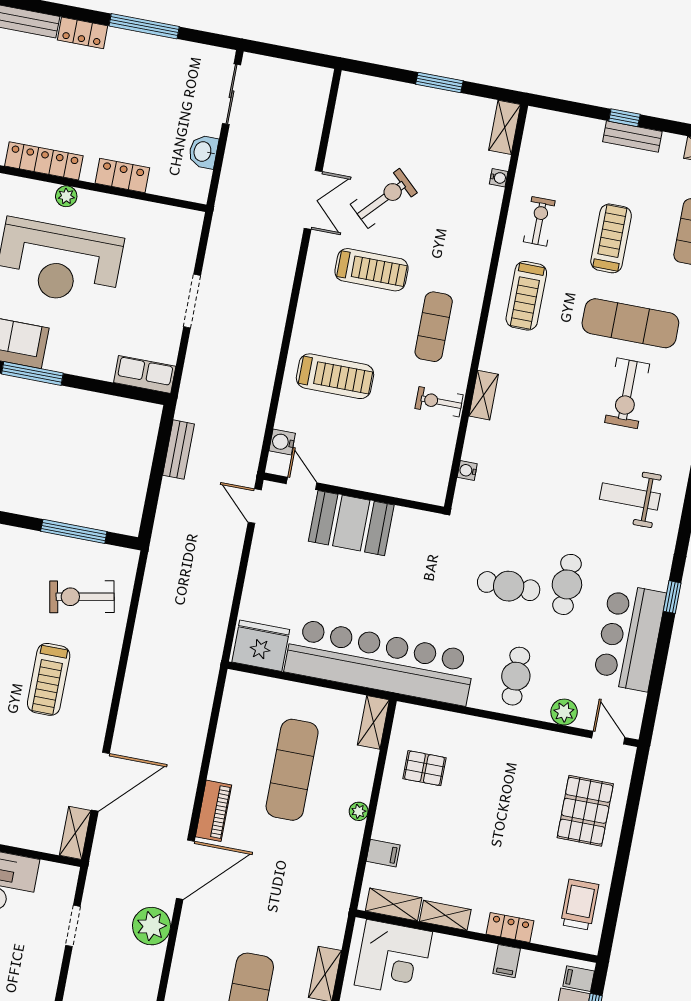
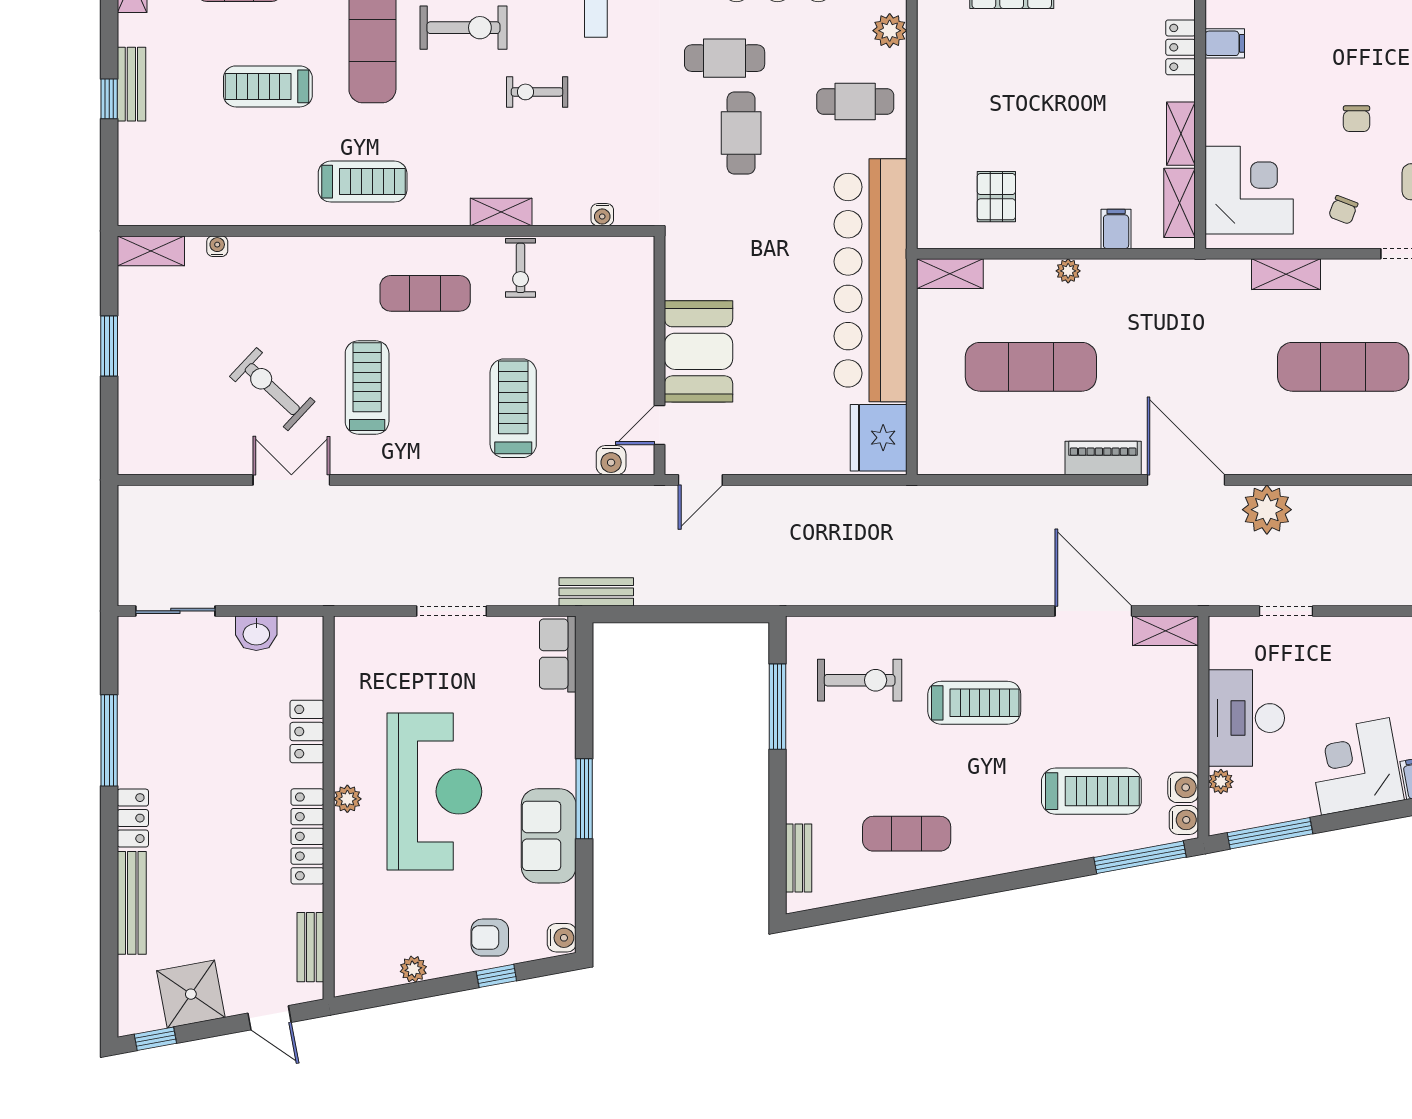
exercise bike: (539, 221) -> (537, 92), moved
bench: (179, 450) -> (596, 592), moved
exercise bike: (82, 597) -> (860, 680), turned -79

